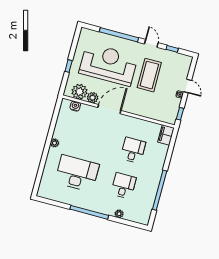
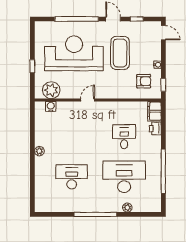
door: (187, 86) -> (163, 33), moved
plant: (93, 98) -> (67, 93), removed
armchair: (164, 106) -> (144, 81), added
door: (109, 109) -> (88, 100), width x0.53
printer: (163, 150) -> (155, 129), added
desk: (77, 173) -> (72, 177), width x0.73, depth x0.77
desk: (123, 186) -> (124, 177), width x1.87, depth x1.30

